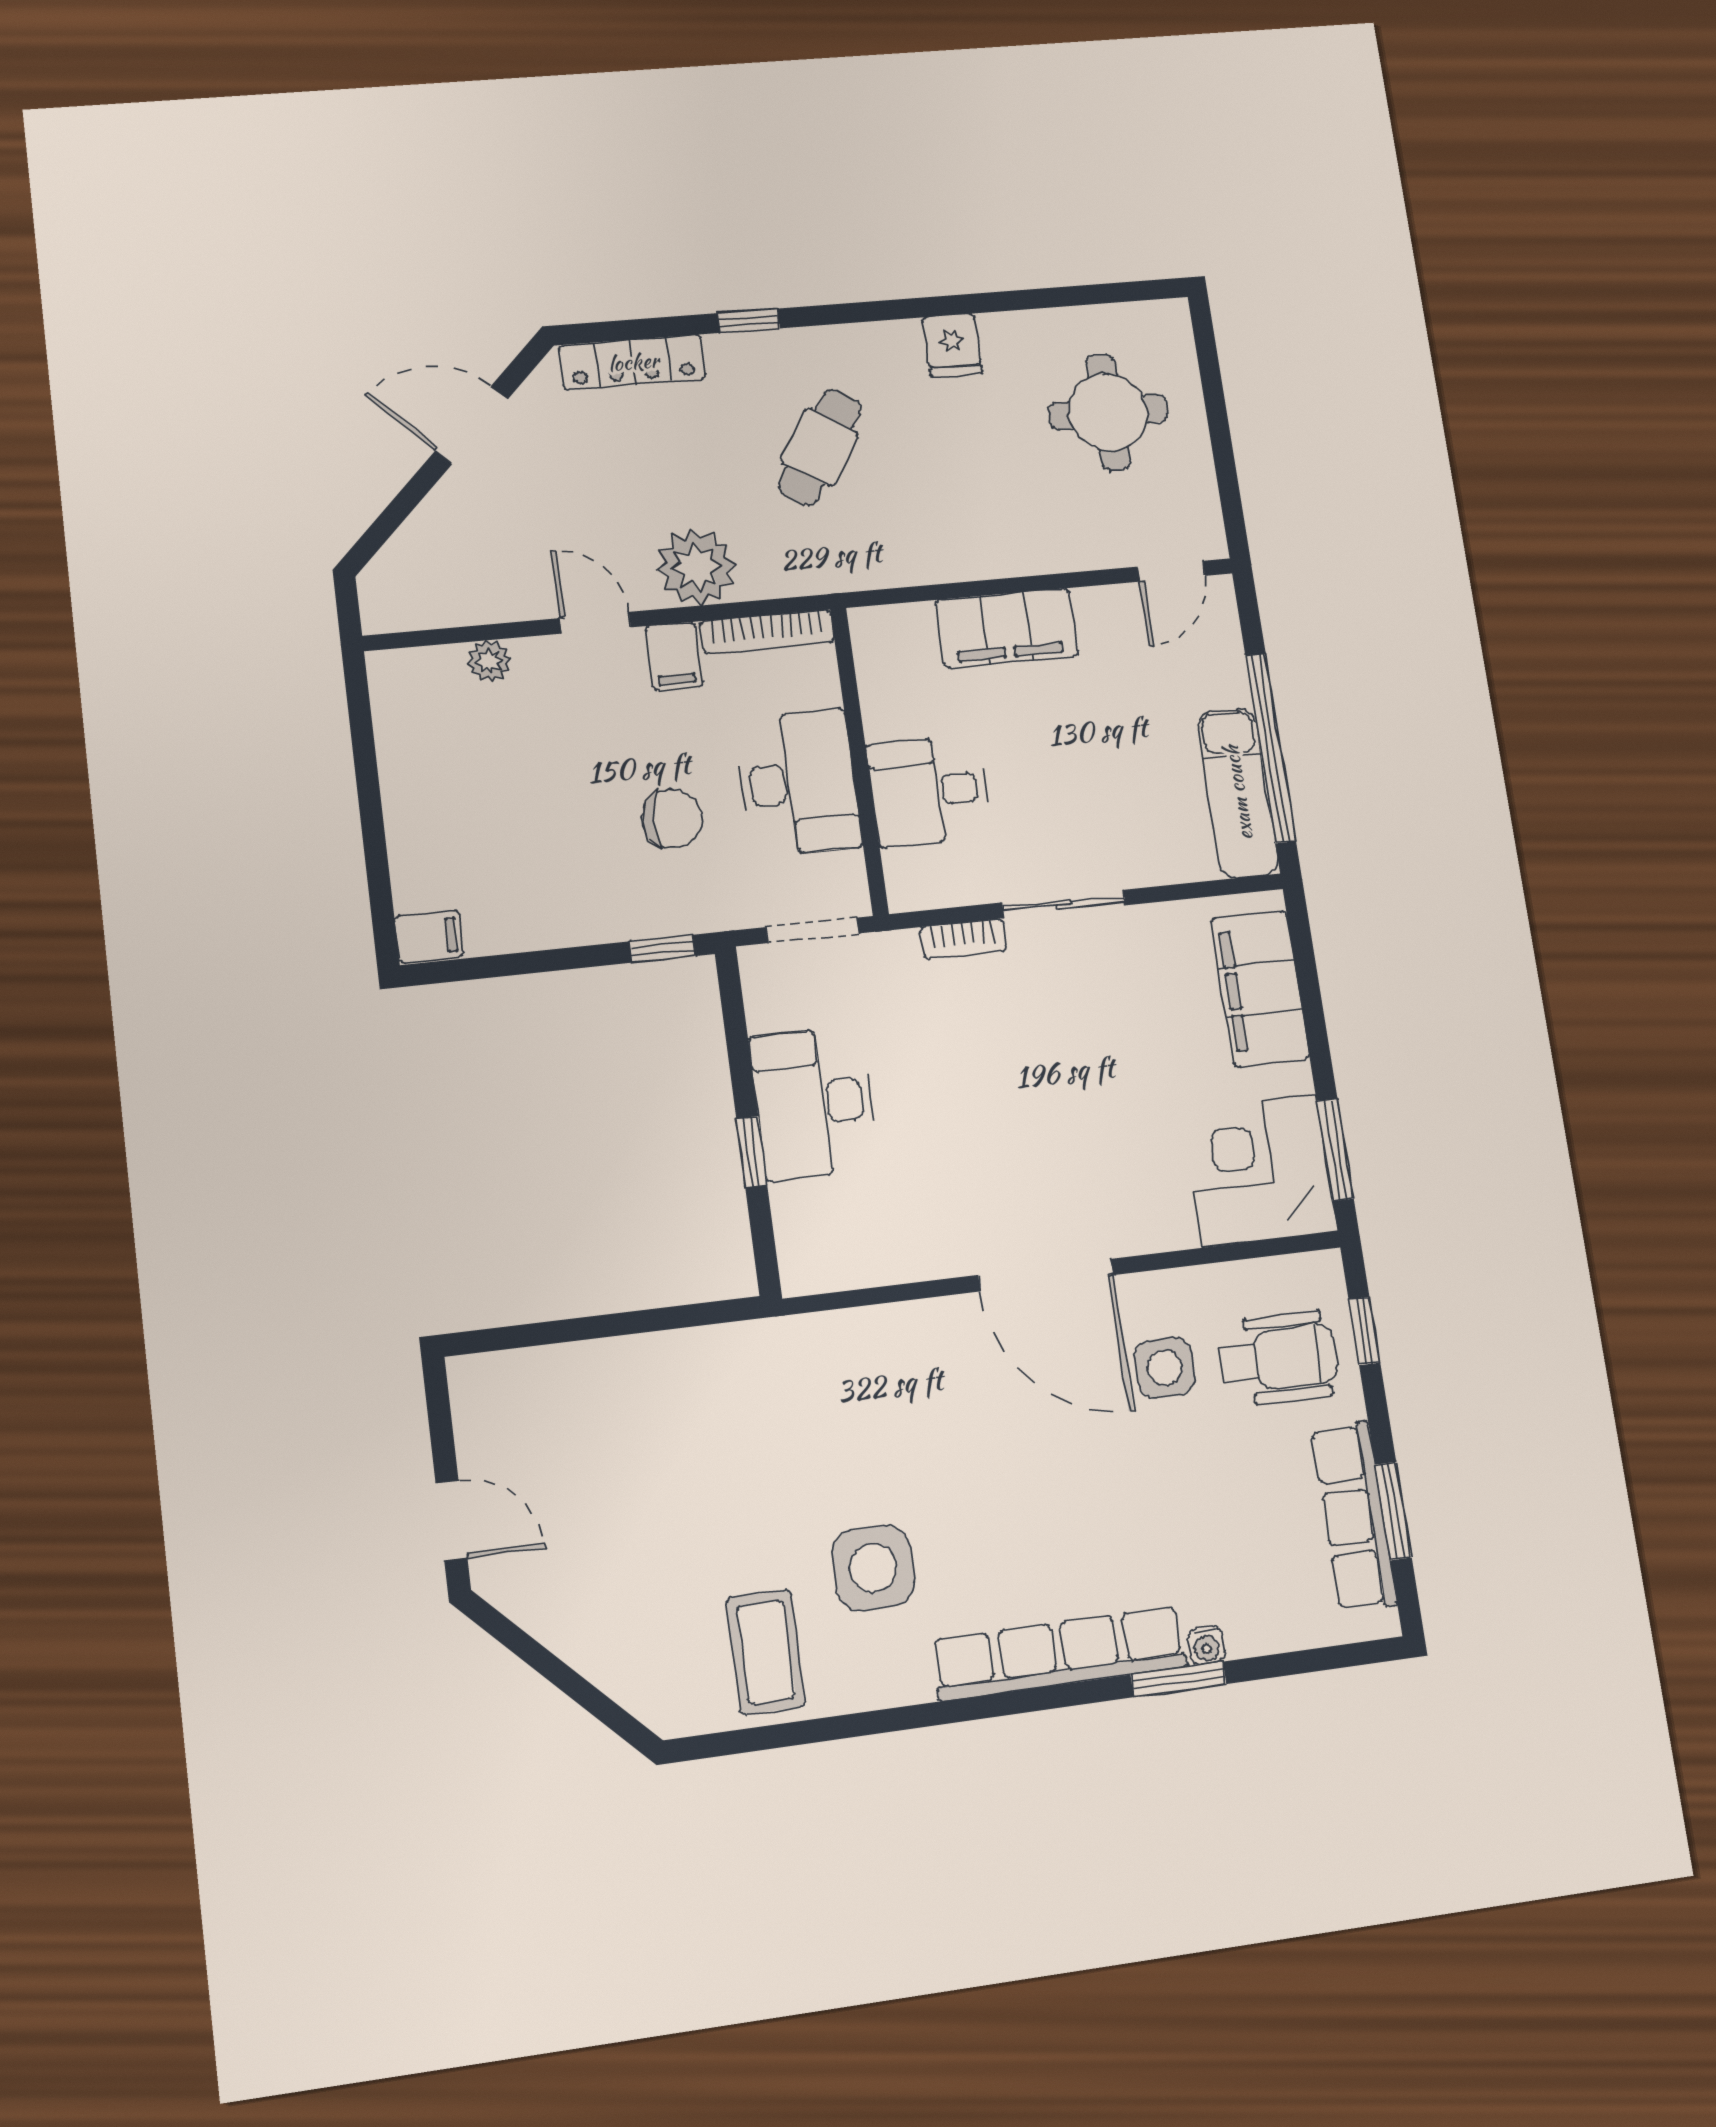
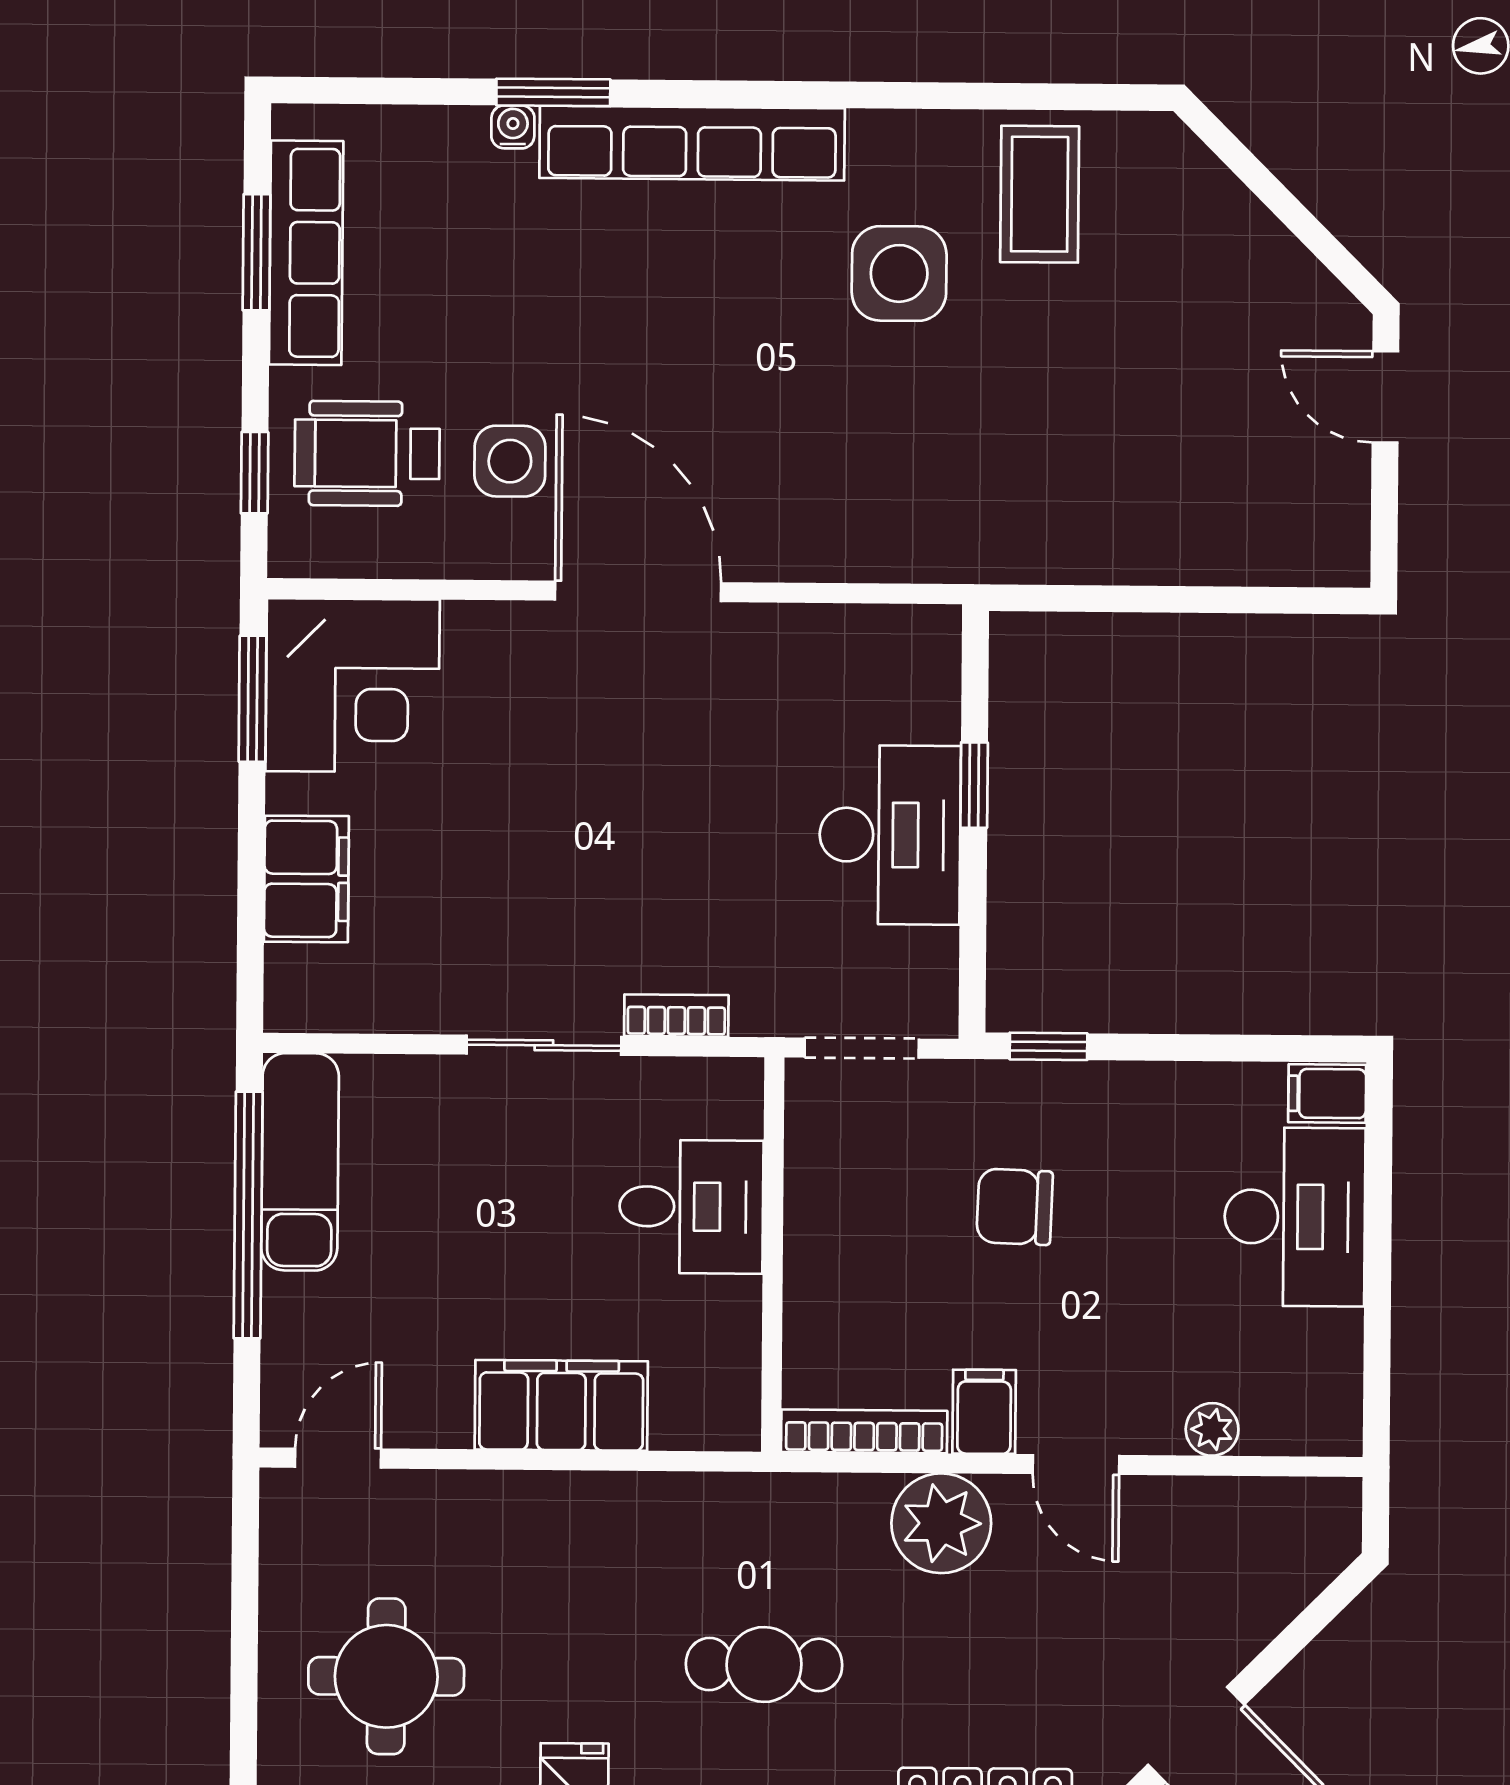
cafe table: (820, 447) -> (764, 1664), turned 57
desk: (798, 783) -> (1295, 1217), moved, turned 180
filing cabinet: (1260, 989) -> (306, 879), width x0.67, depth x0.86

